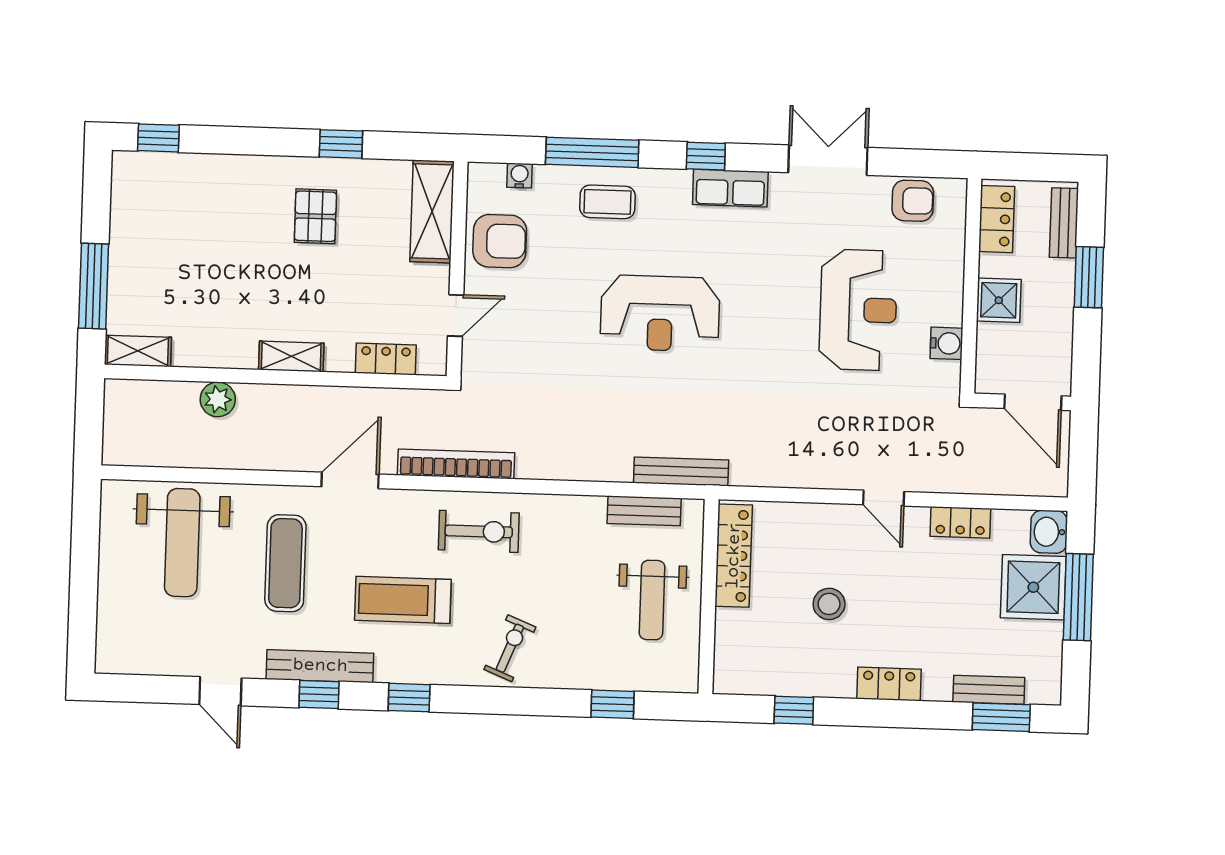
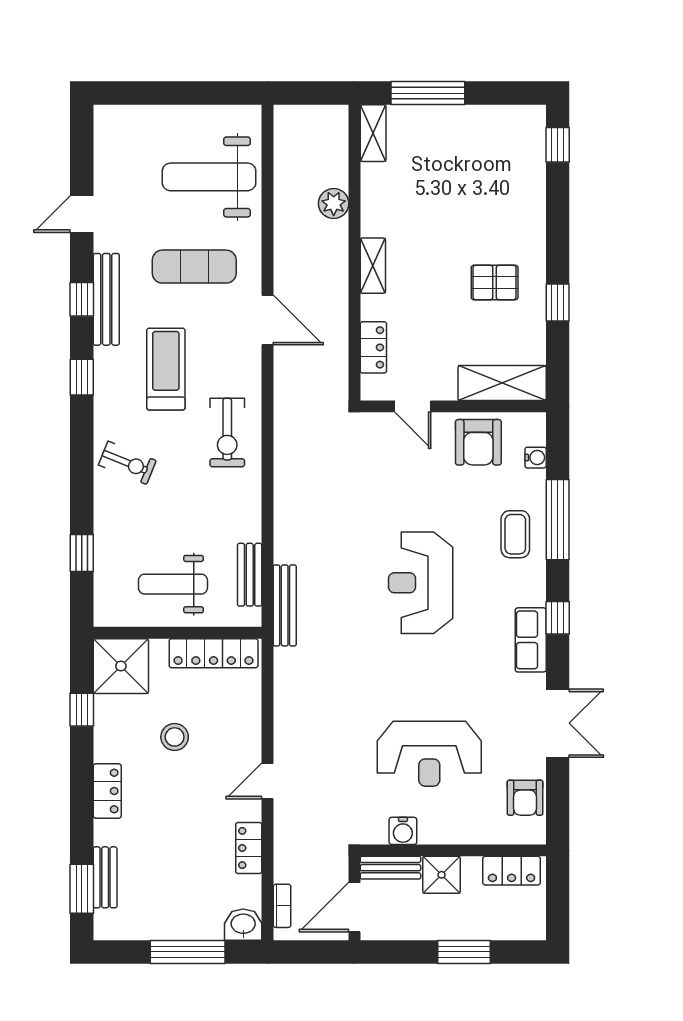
bench: (1064, 223) -> (390, 868), moved
bookcase: (456, 464) -> (282, 906), moved, width x0.43, depth x0.76
shower: (1033, 587) -> (121, 666), moved

